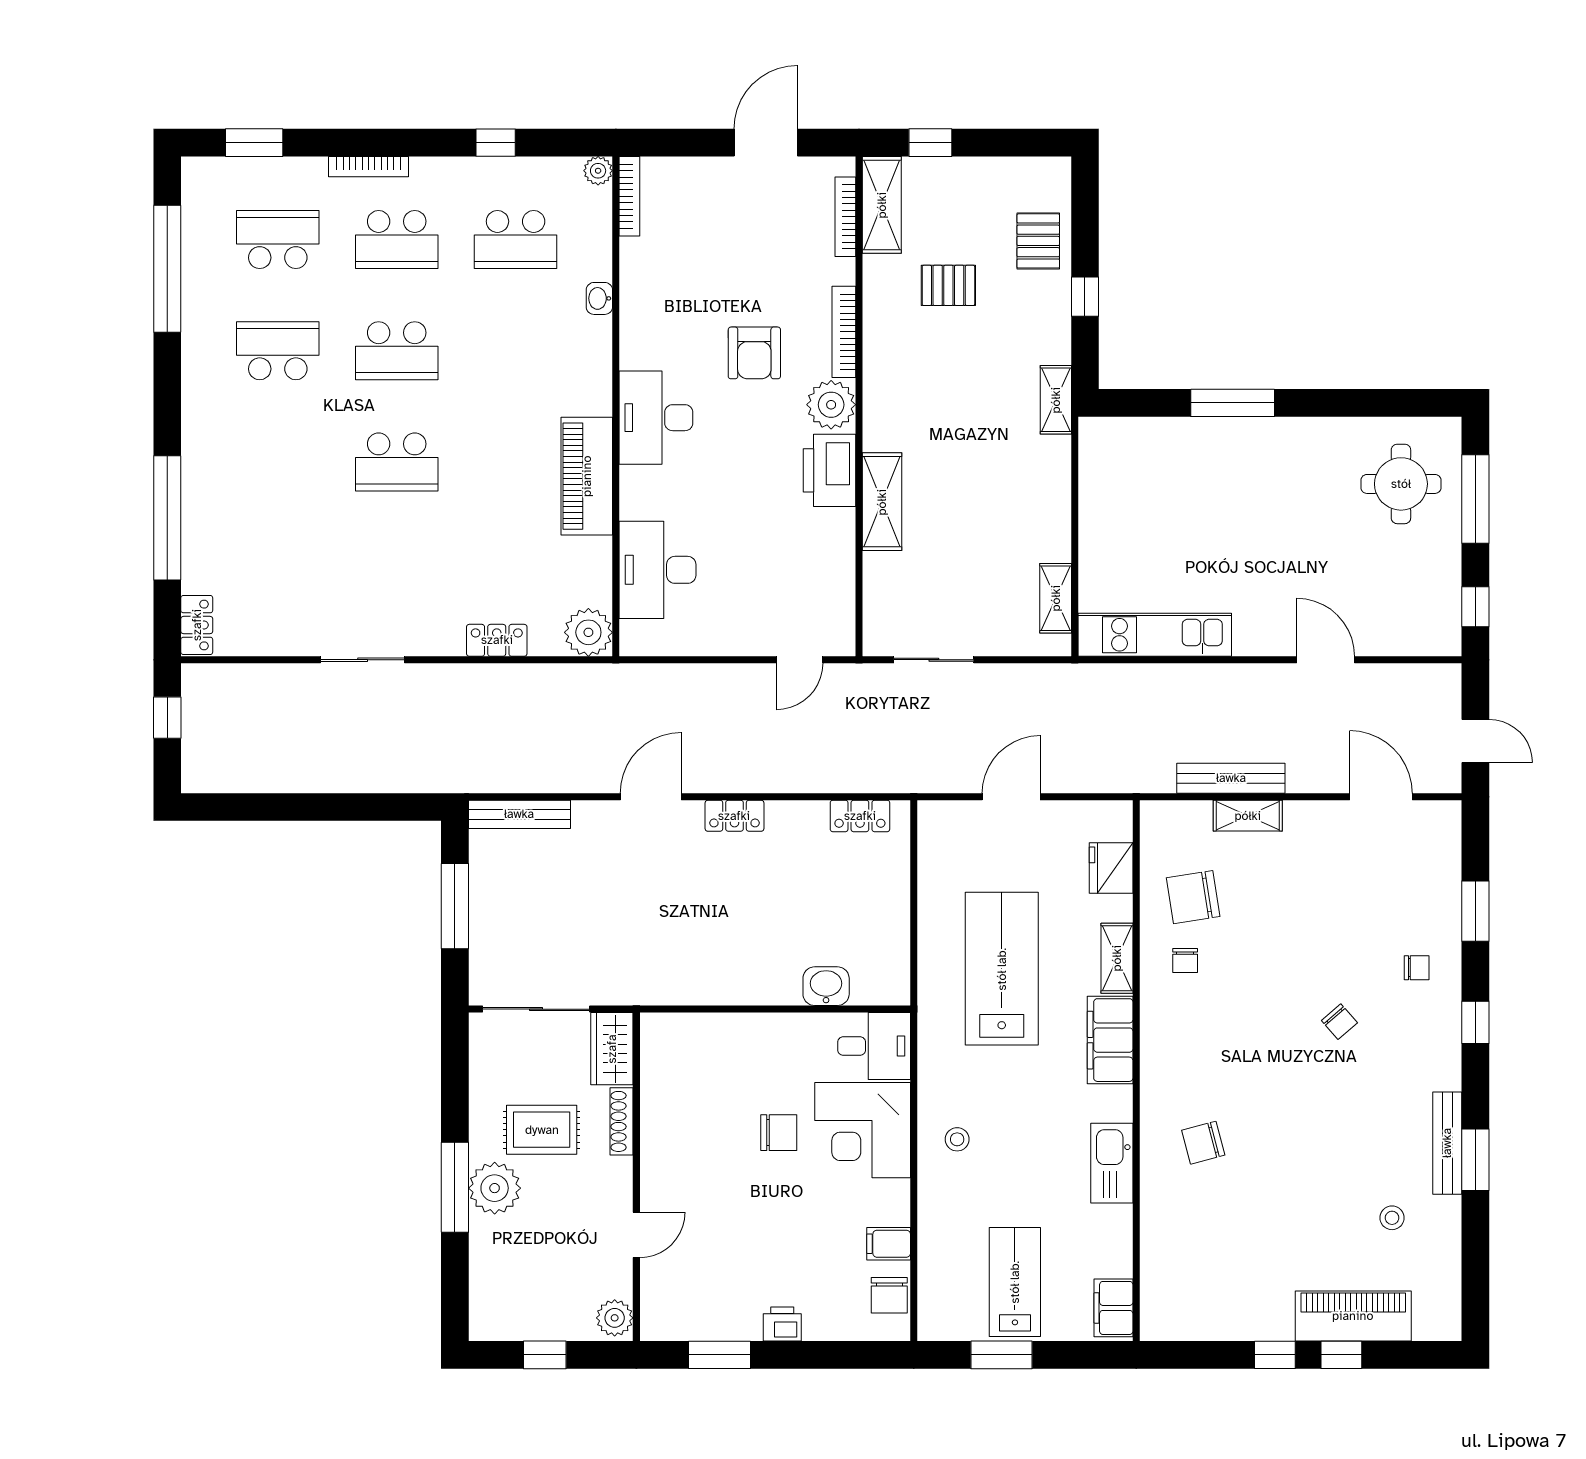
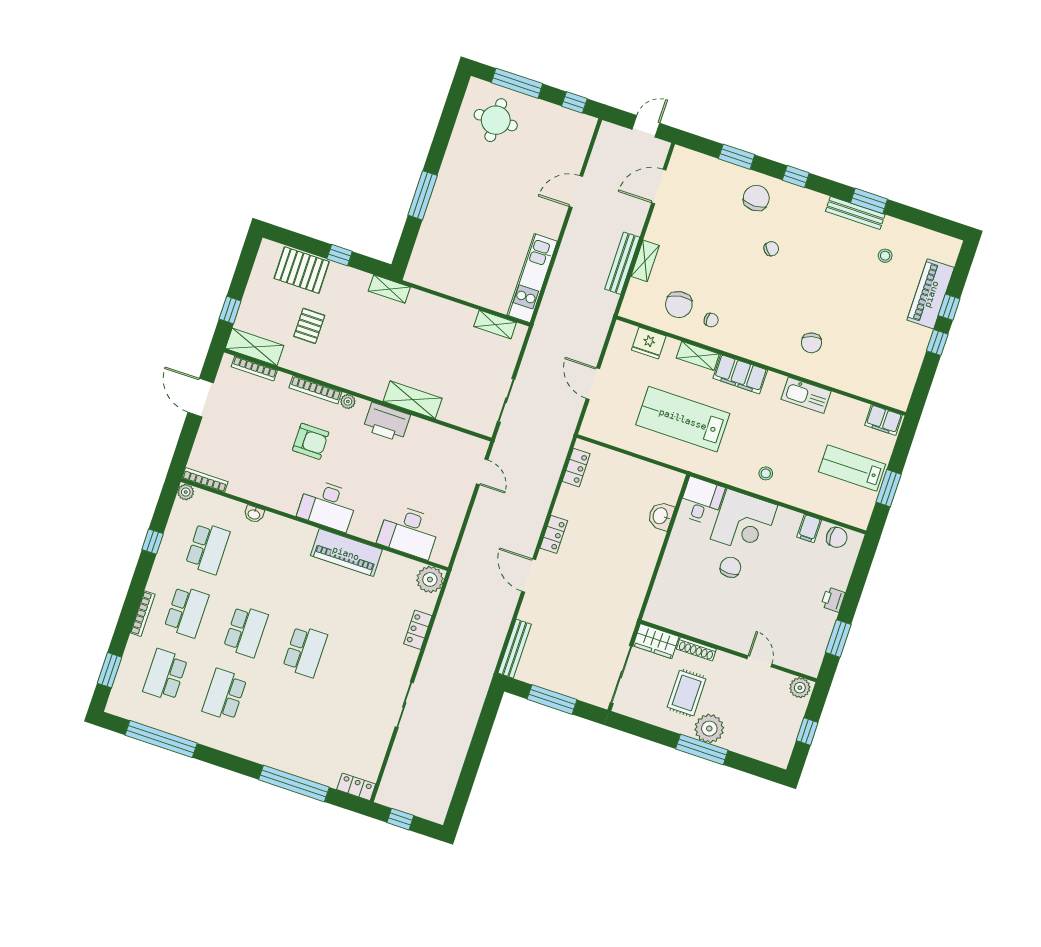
pallet: (1038, 241) -> (302, 270), width x1.50, depth x1.42
plant: (831, 405) -> (348, 401), width x0.53, depth x0.53
chair: (1417, 968) -> (756, 198), width x1.87, depth x1.87

